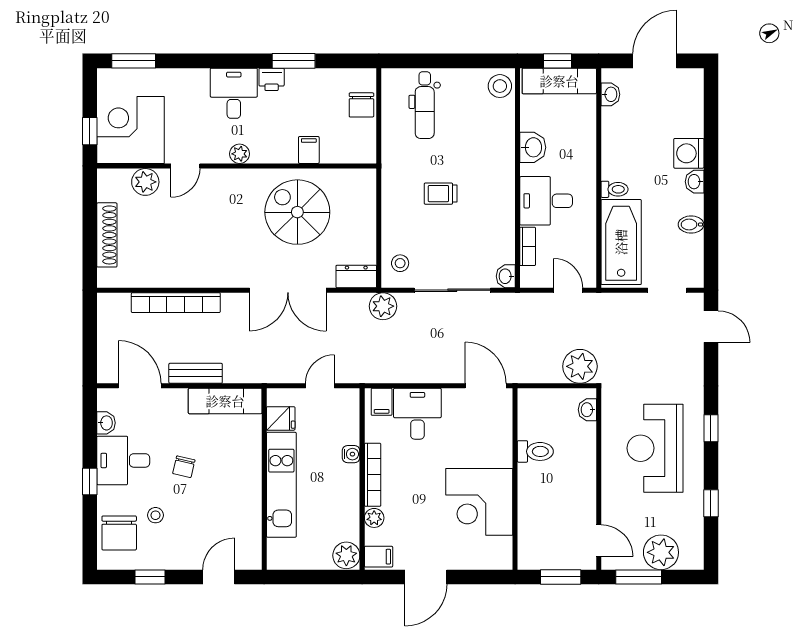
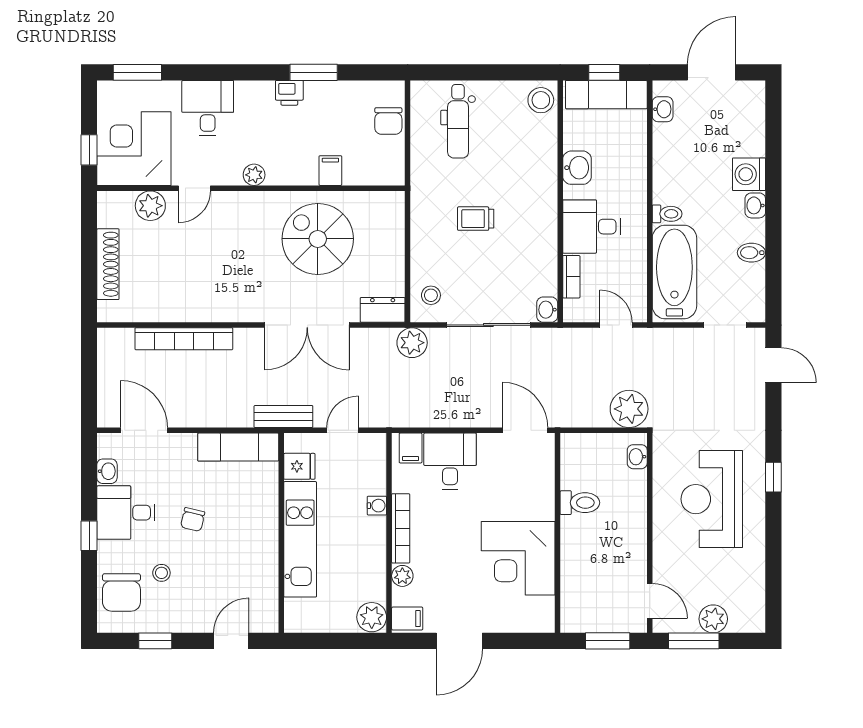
desk: (234, 93) -> (208, 108), moved
bench: (196, 373) -> (283, 417), moved
window: (711, 503) -> (773, 560), removed
plant: (661, 552) -> (713, 619), width x0.73, depth x0.73

